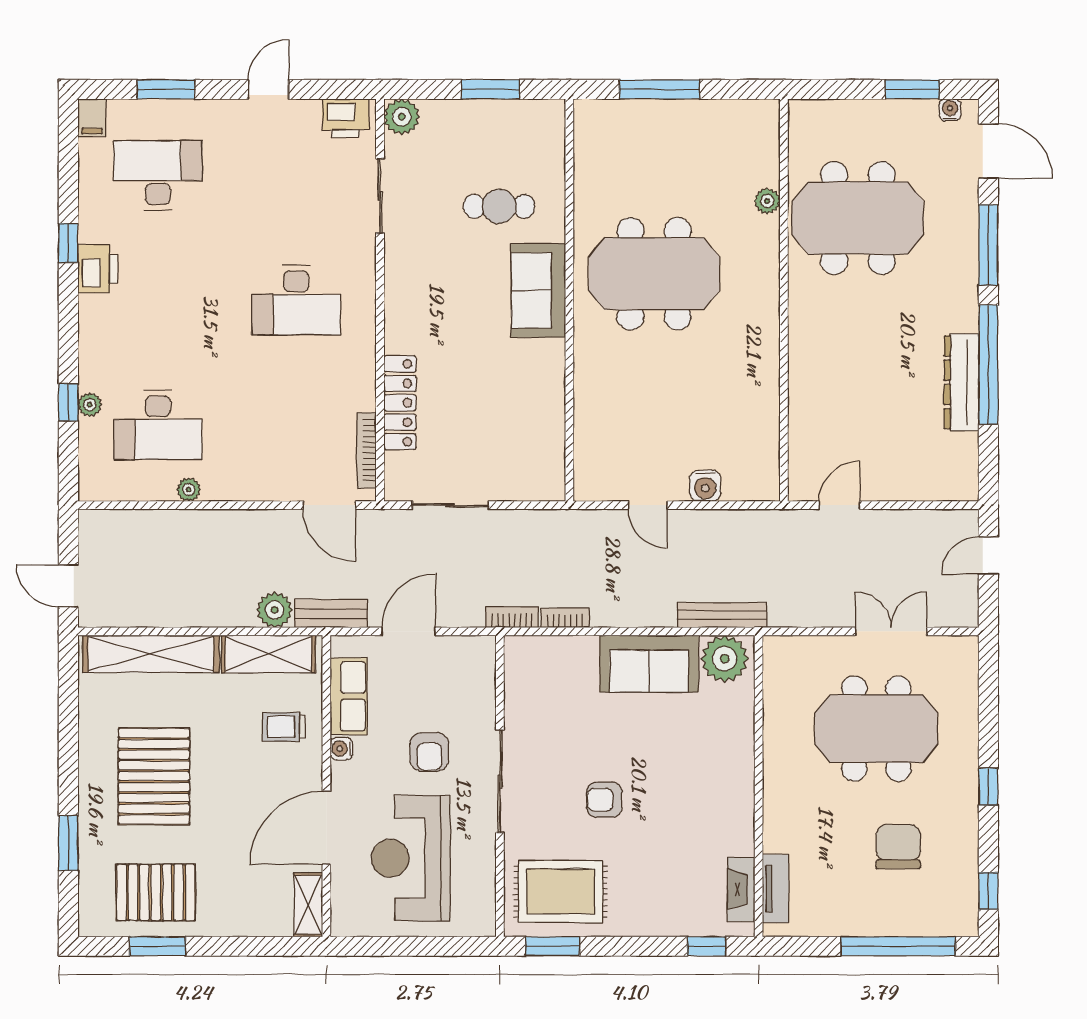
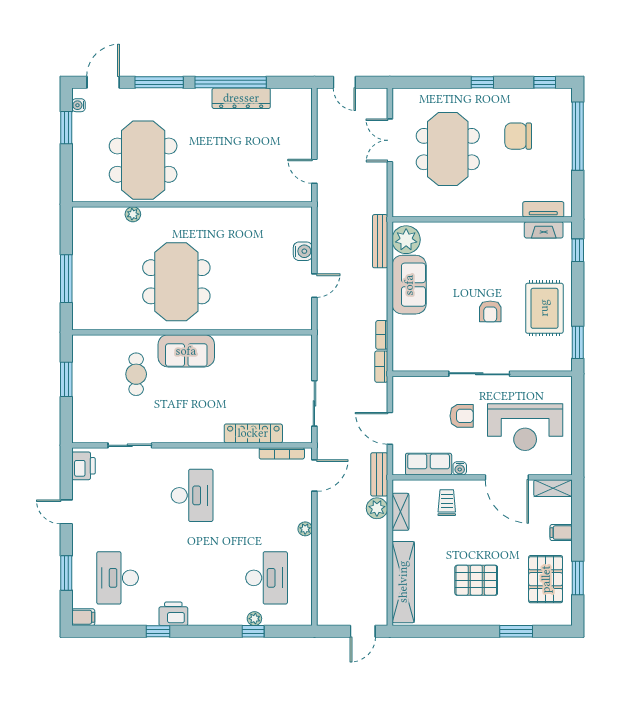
plant: (402, 117) -> (83, 432), removed
plant: (189, 490) -> (305, 529), moved
shelving: (269, 654) -> (400, 512), width x0.67, depth x0.75
trolley: (284, 727) -> (447, 503), turned 180
pallet: (154, 776) -> (476, 580), width x0.73, depth x0.71
rug: (561, 892) -> (544, 308), moved
filing cabinet: (234, 919) -> (561, 533), added

